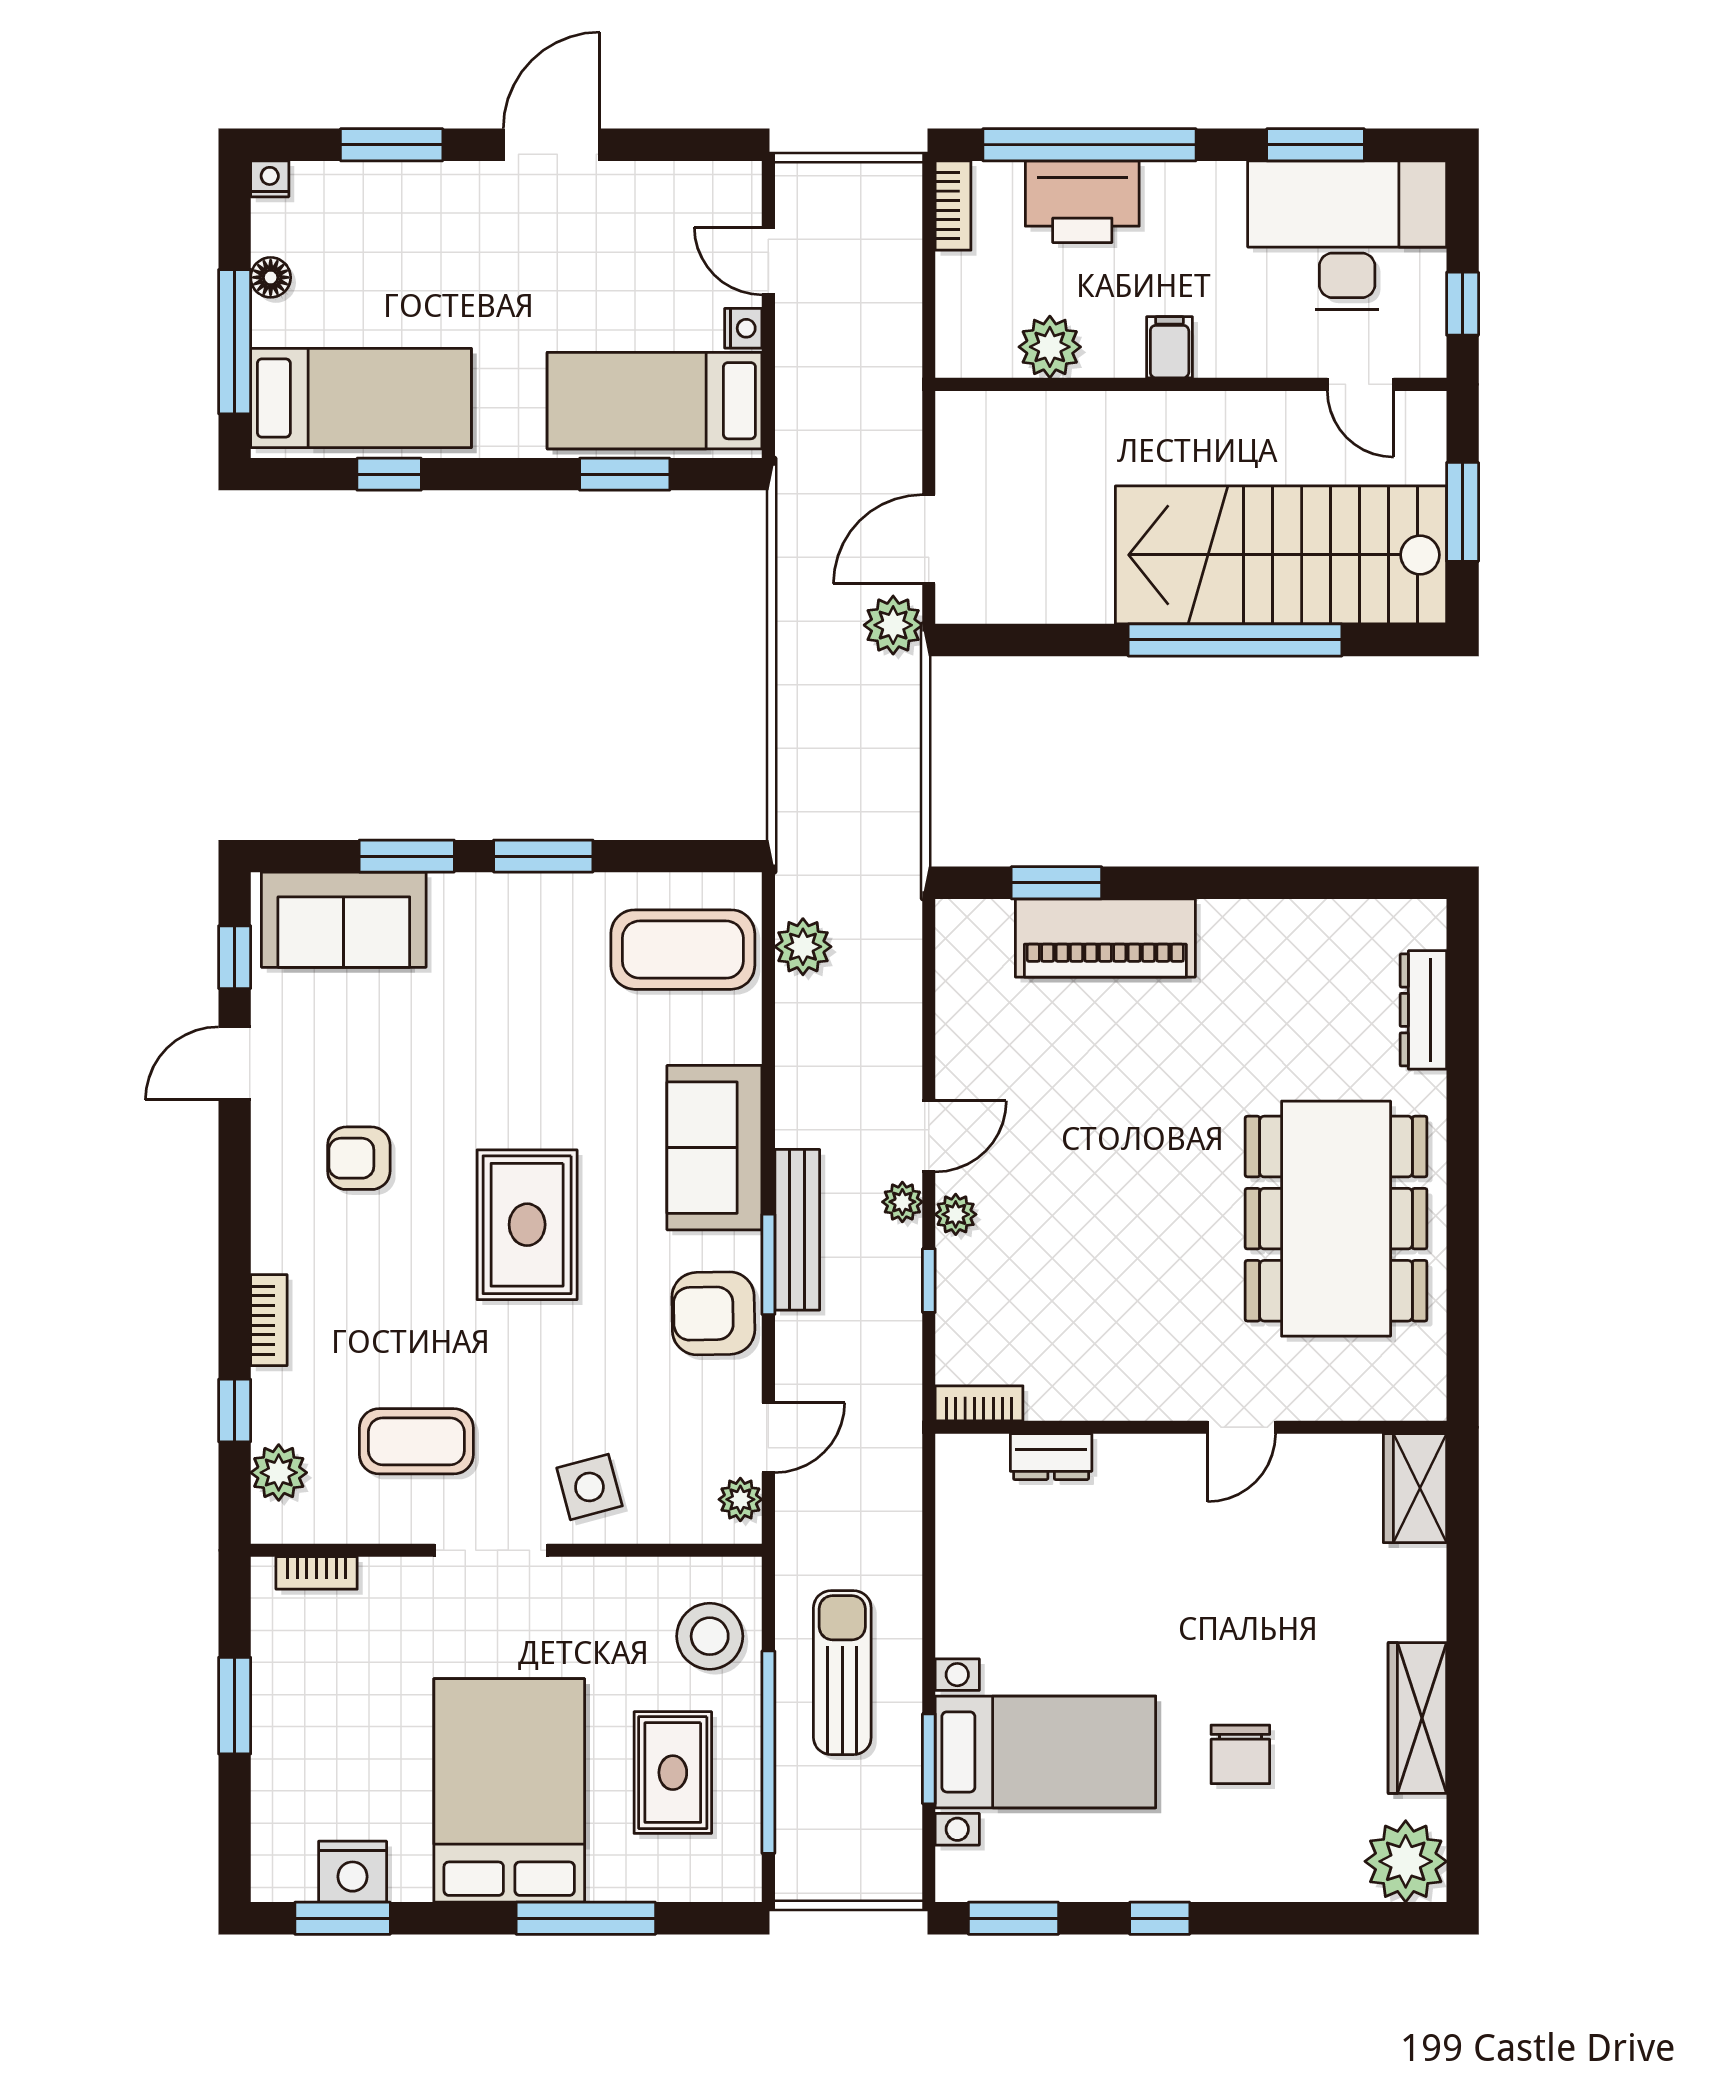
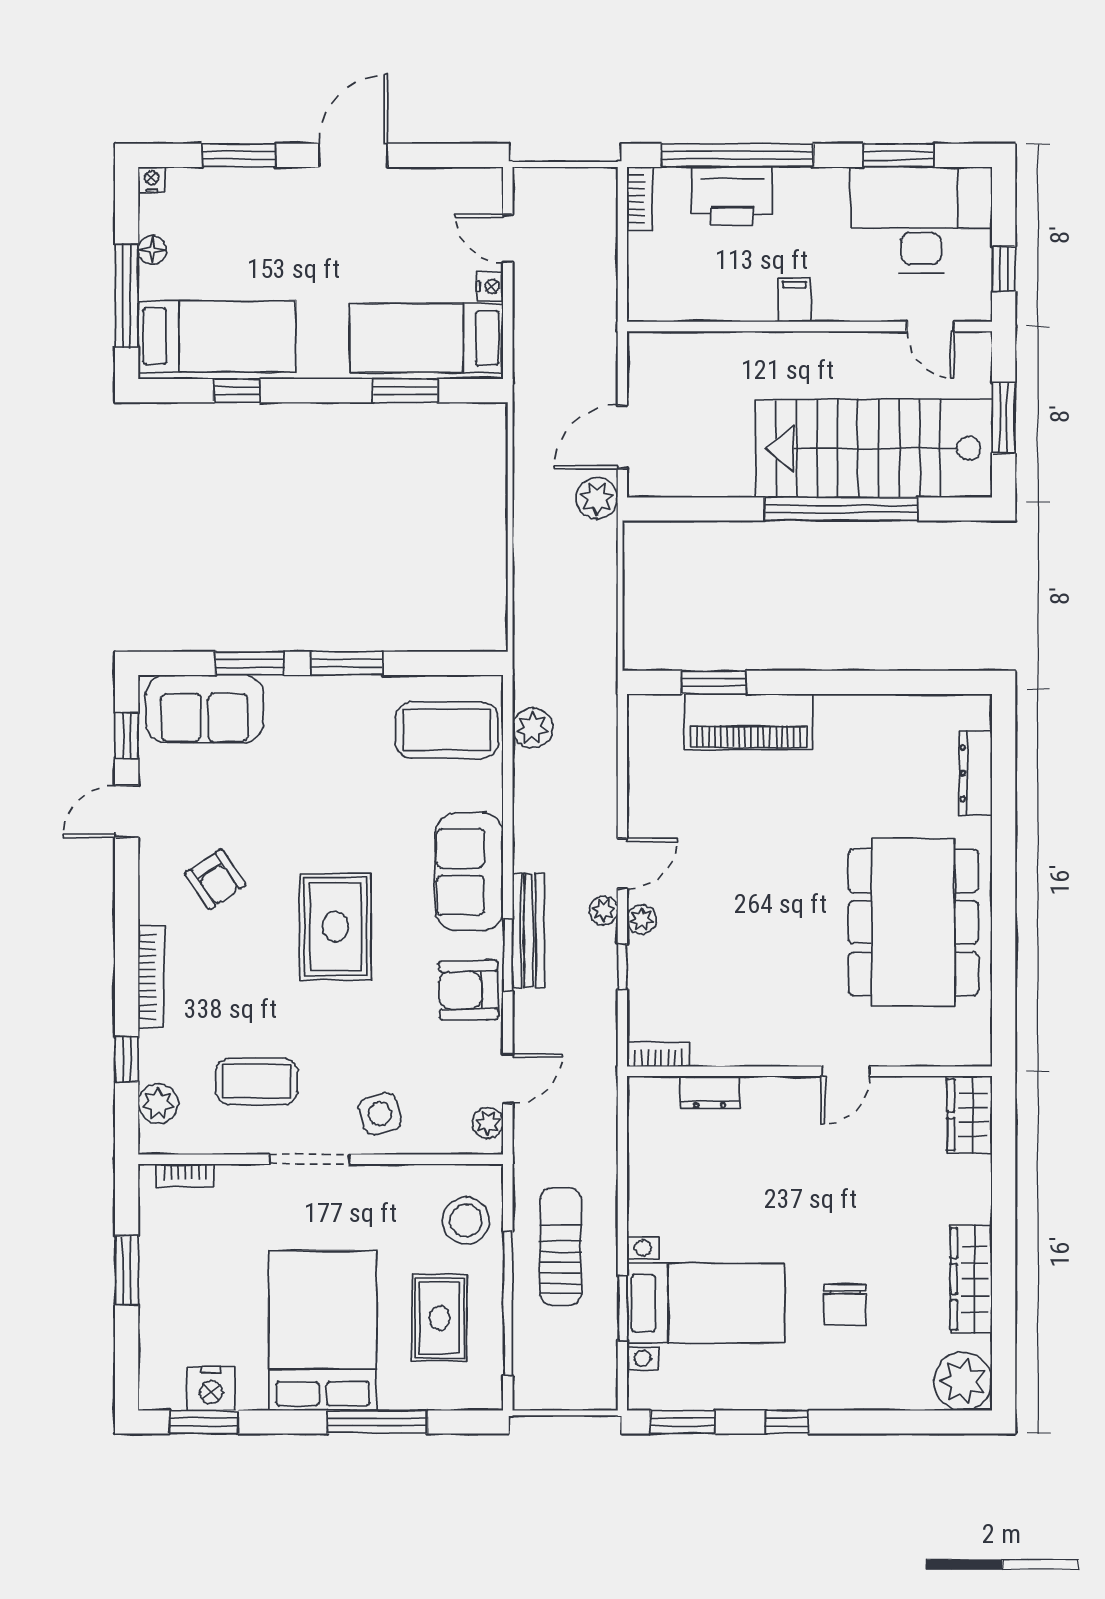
plant: (1050, 347) -> (709, 300), removed
armchair: (359, 1158) -> (215, 879), turned -124
bookcase: (269, 1320) -> (151, 977), width x1.56

